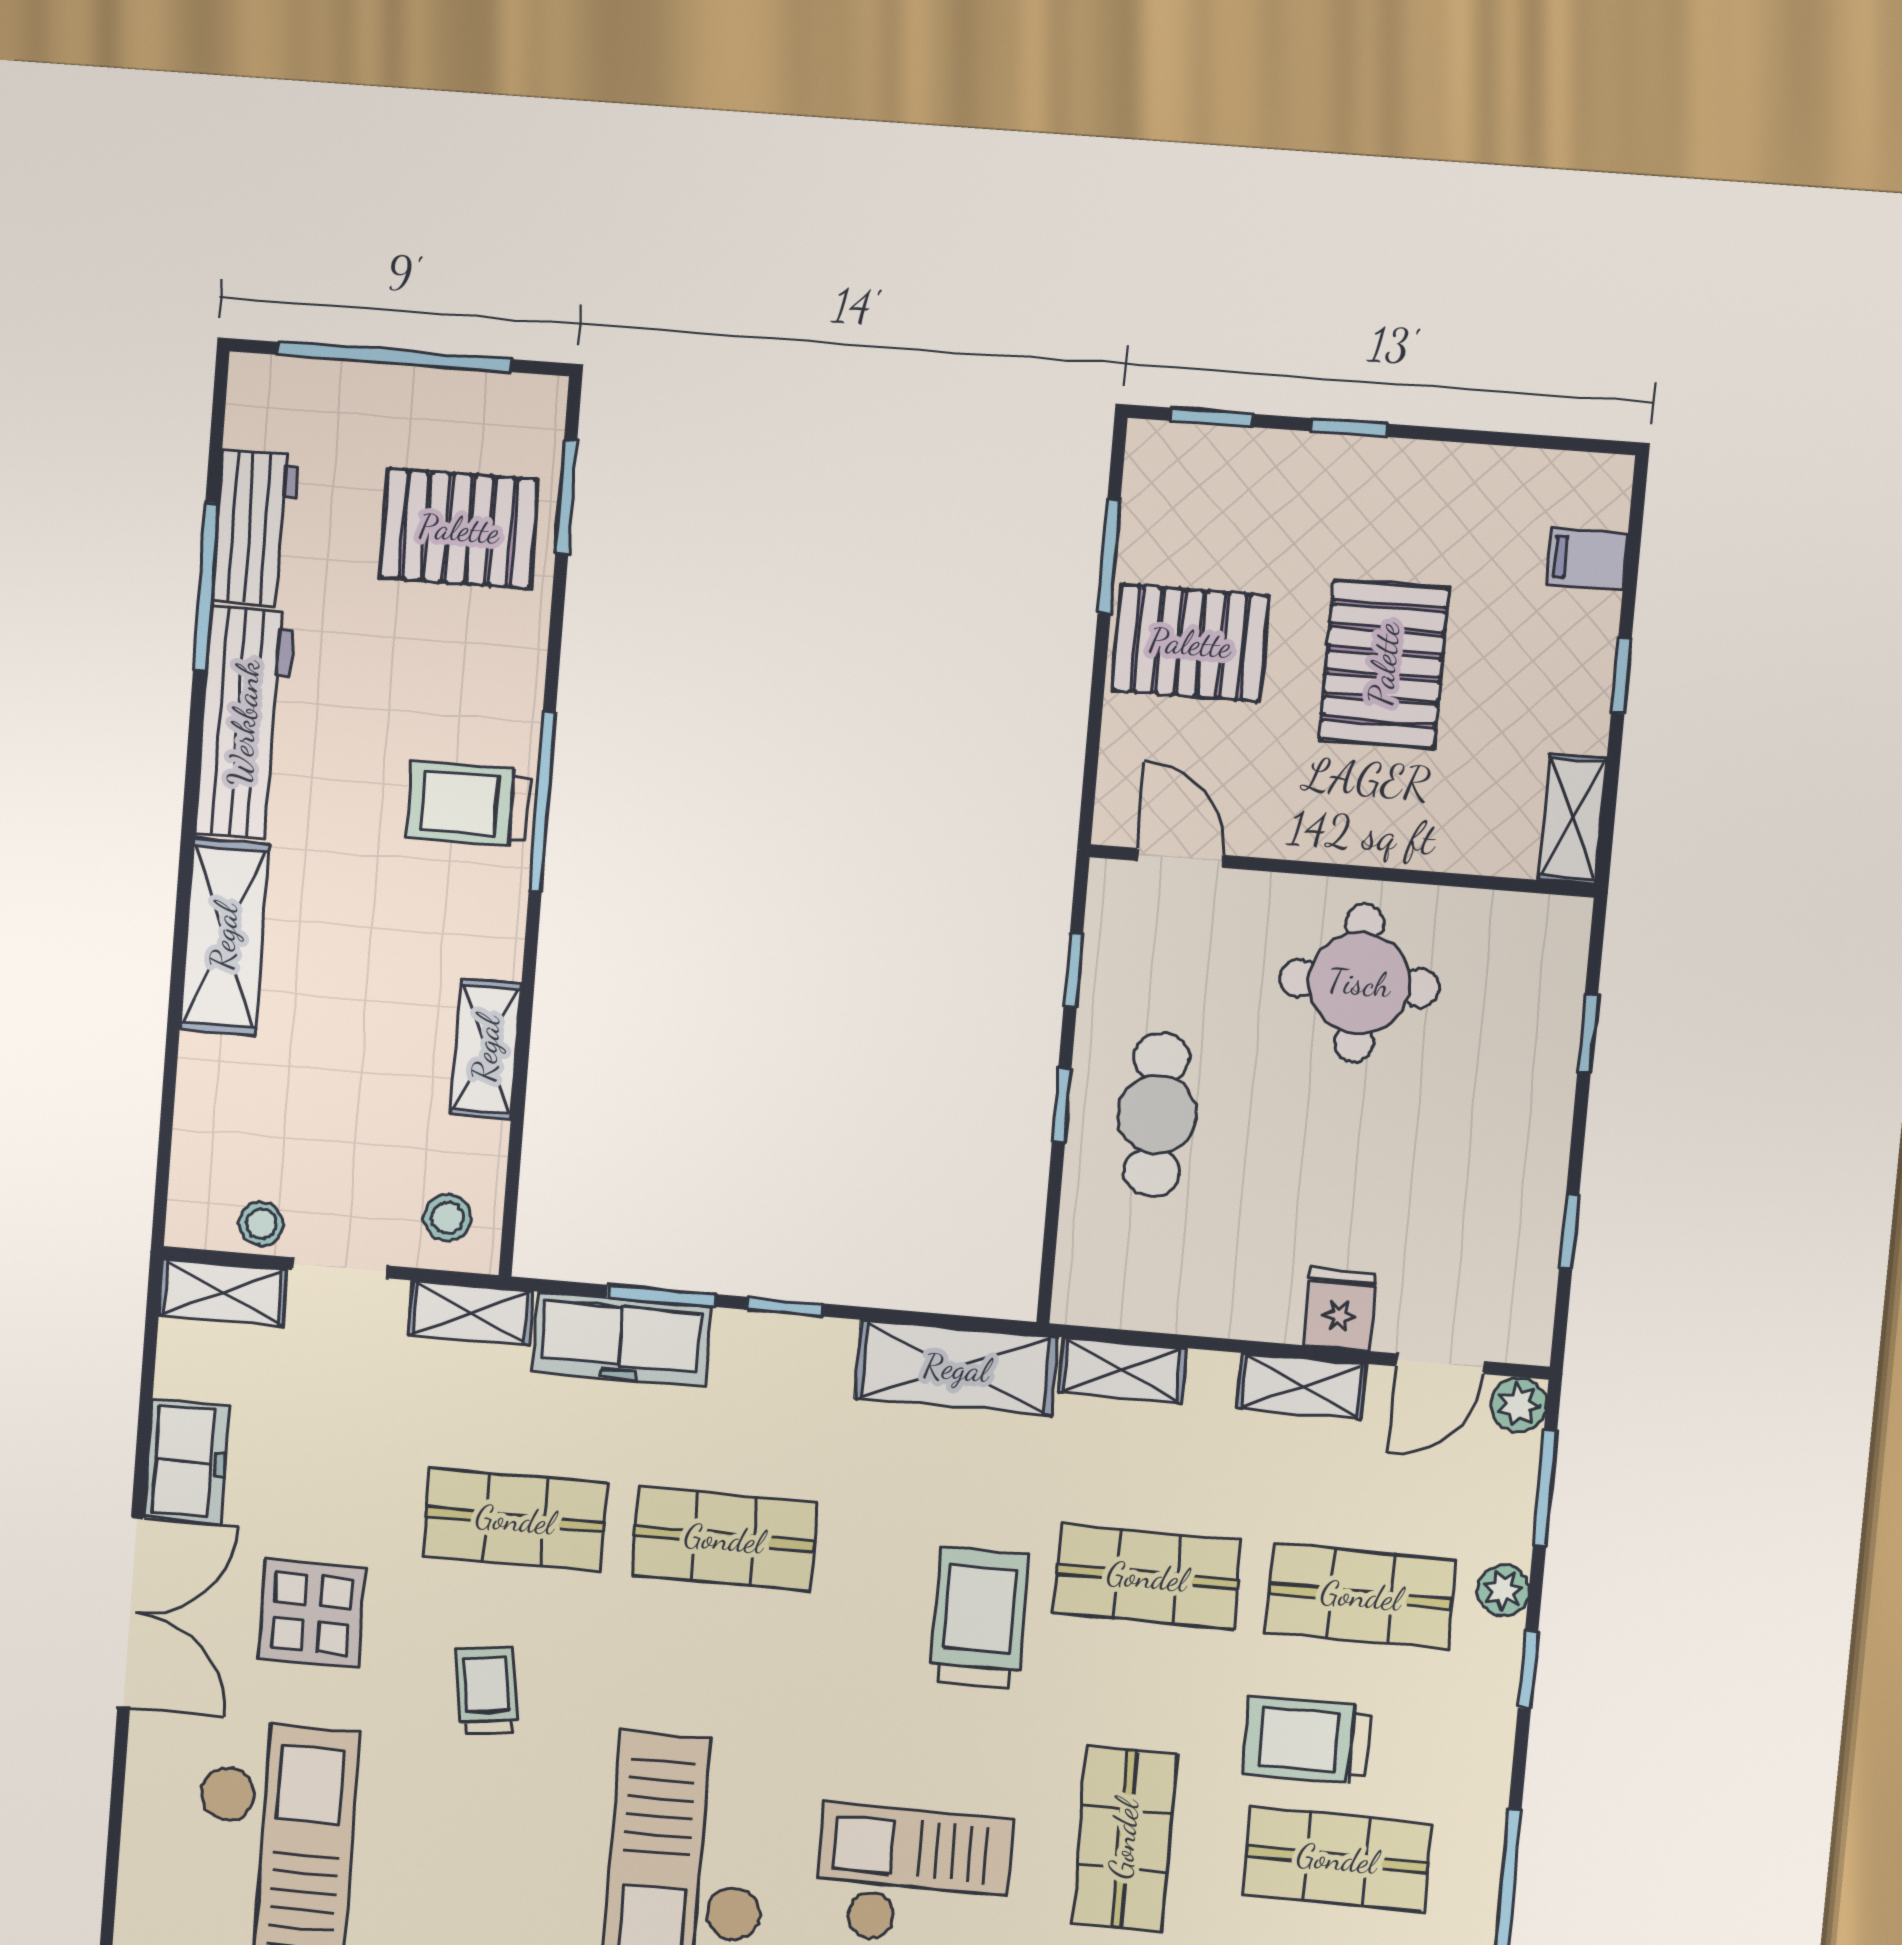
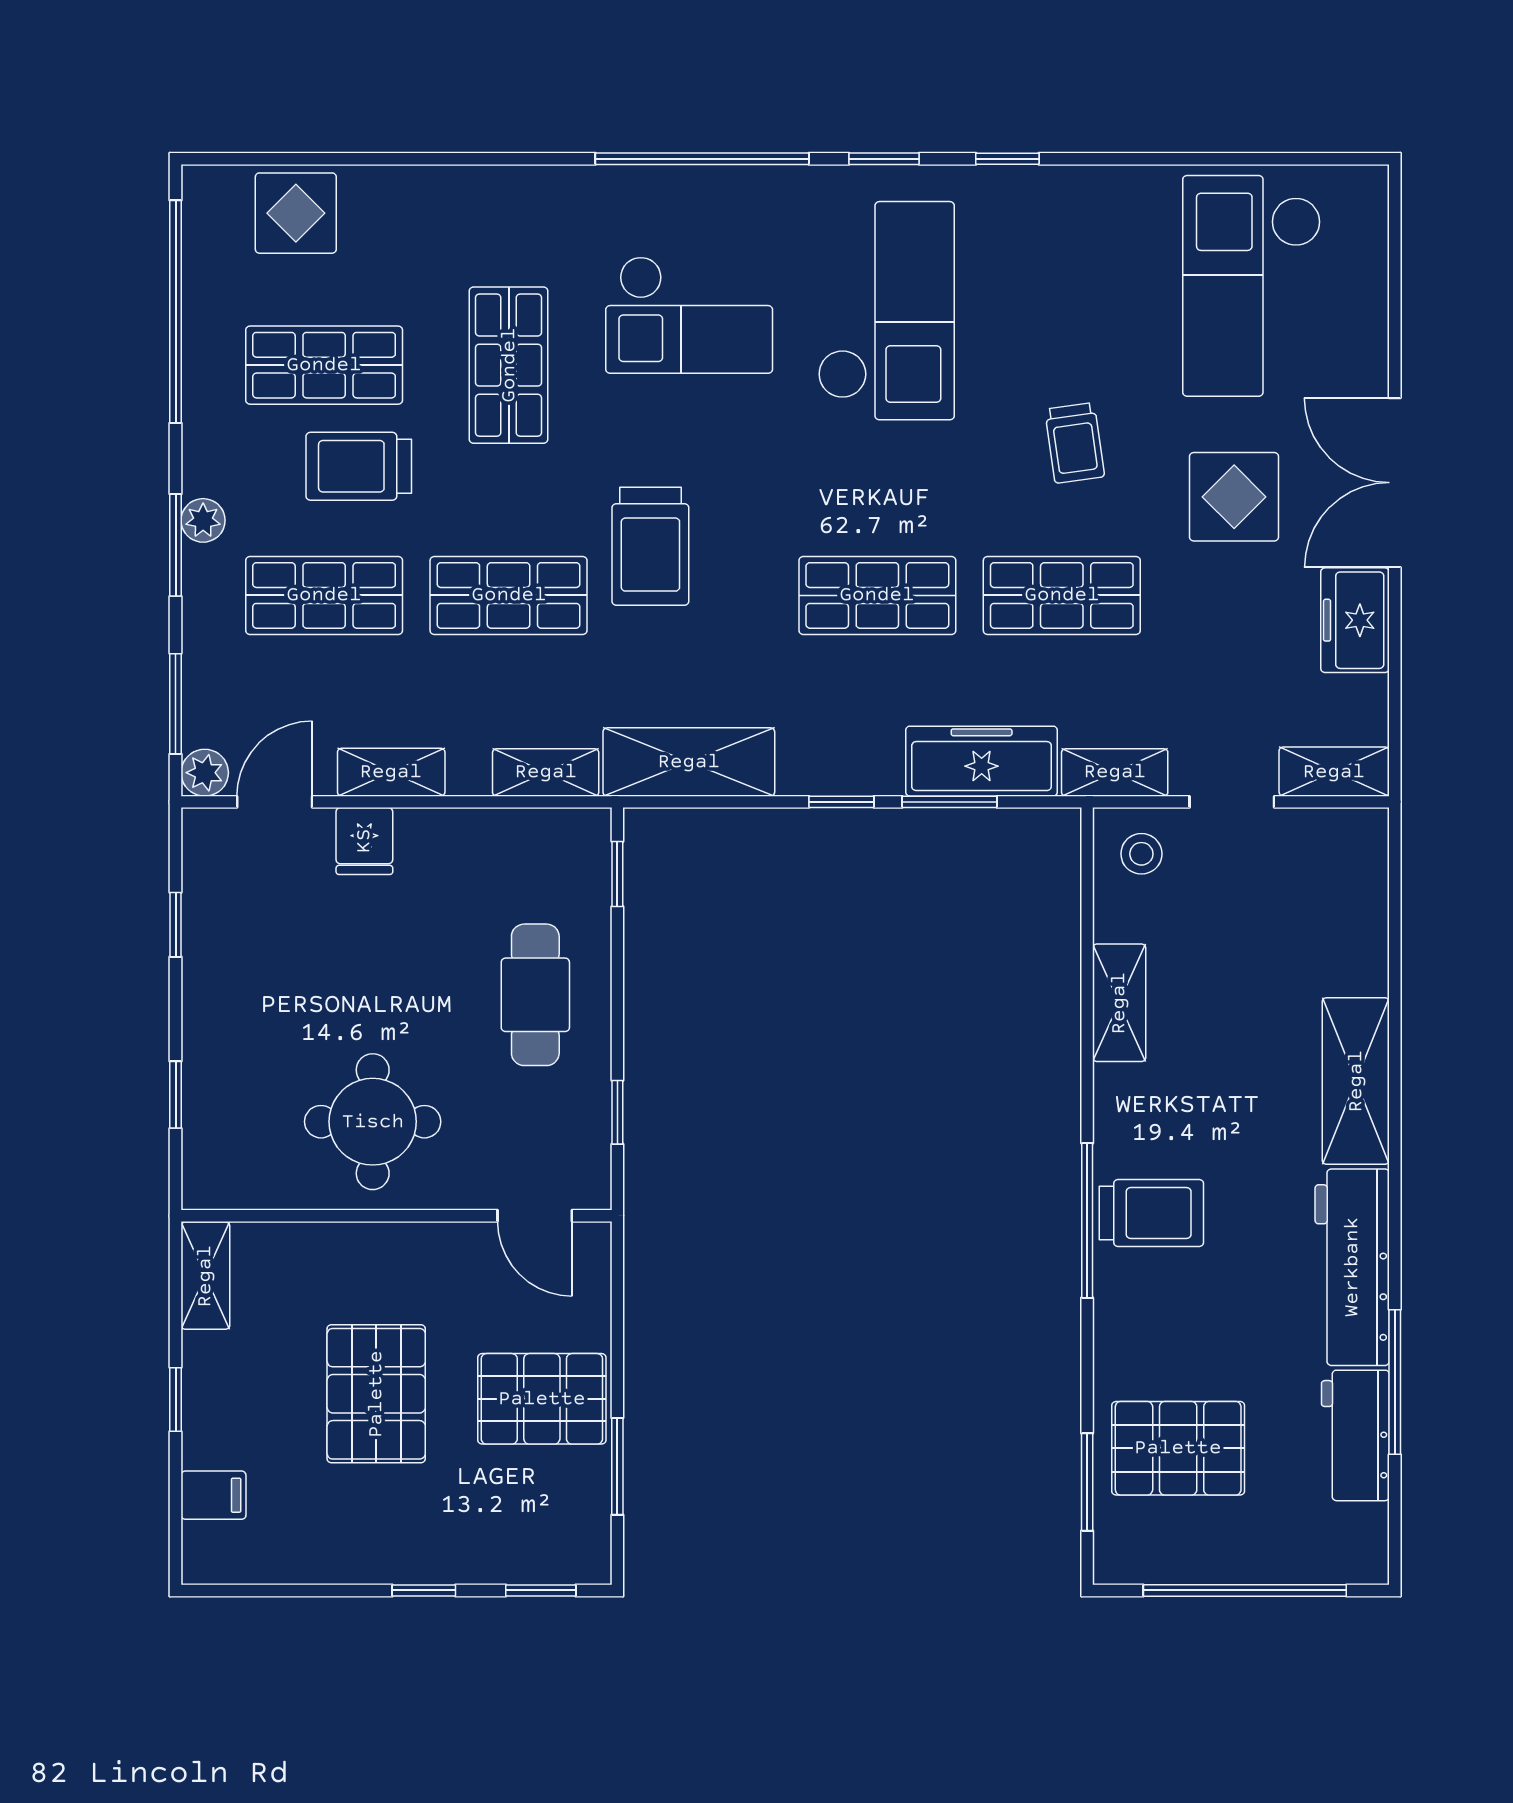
window: (1062, 1106) -> (617, 874), moved
stool: (261, 1224) -> (1305, 834), removed
plant: (1503, 1590) -> (203, 520), moved
window: (1528, 1670) -> (176, 545), width x1.50
trolley: (1307, 1740) -> (359, 466), turned 180

